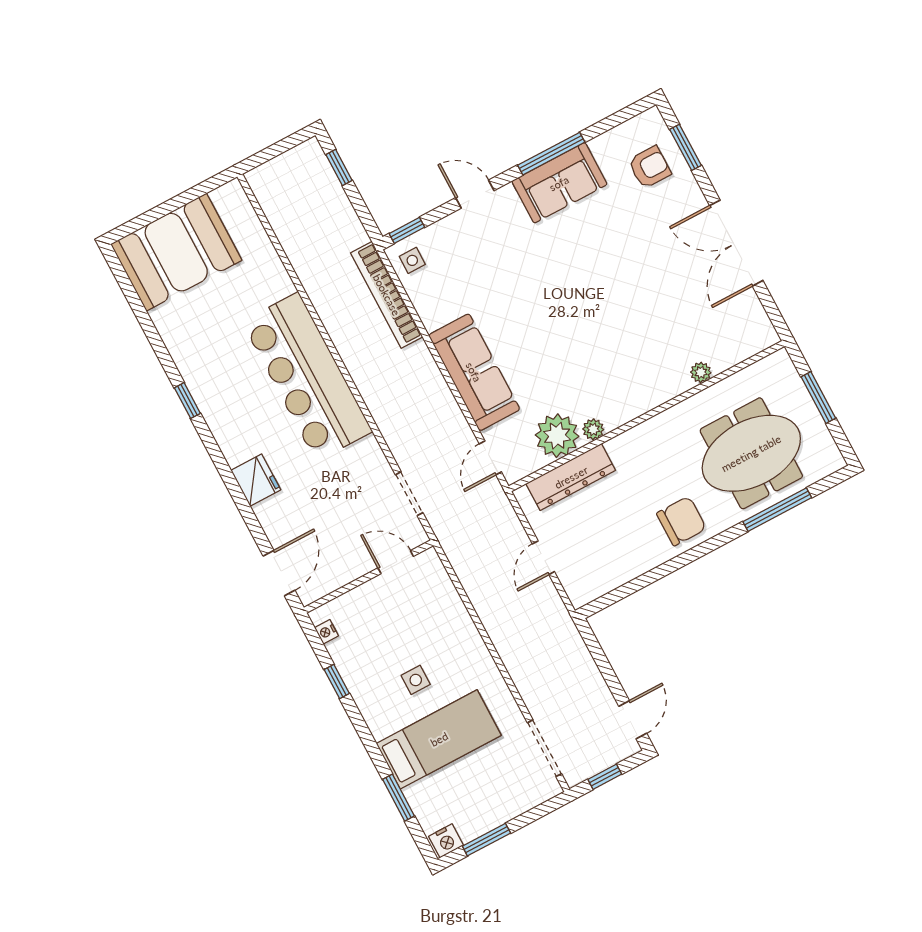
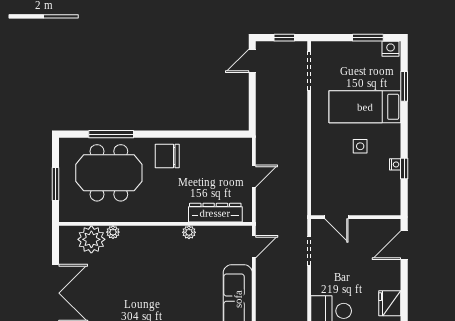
plant: (557, 436) -> (91, 239), moved
nightstand: (326, 632) -> (395, 164), moved

